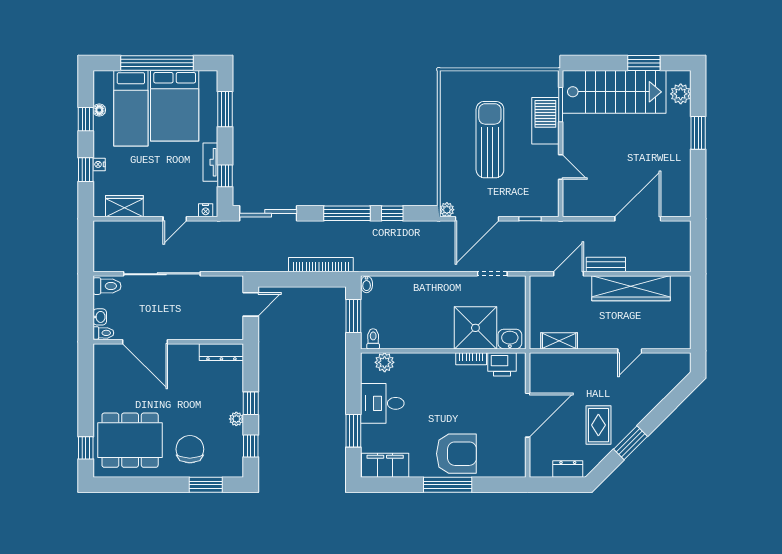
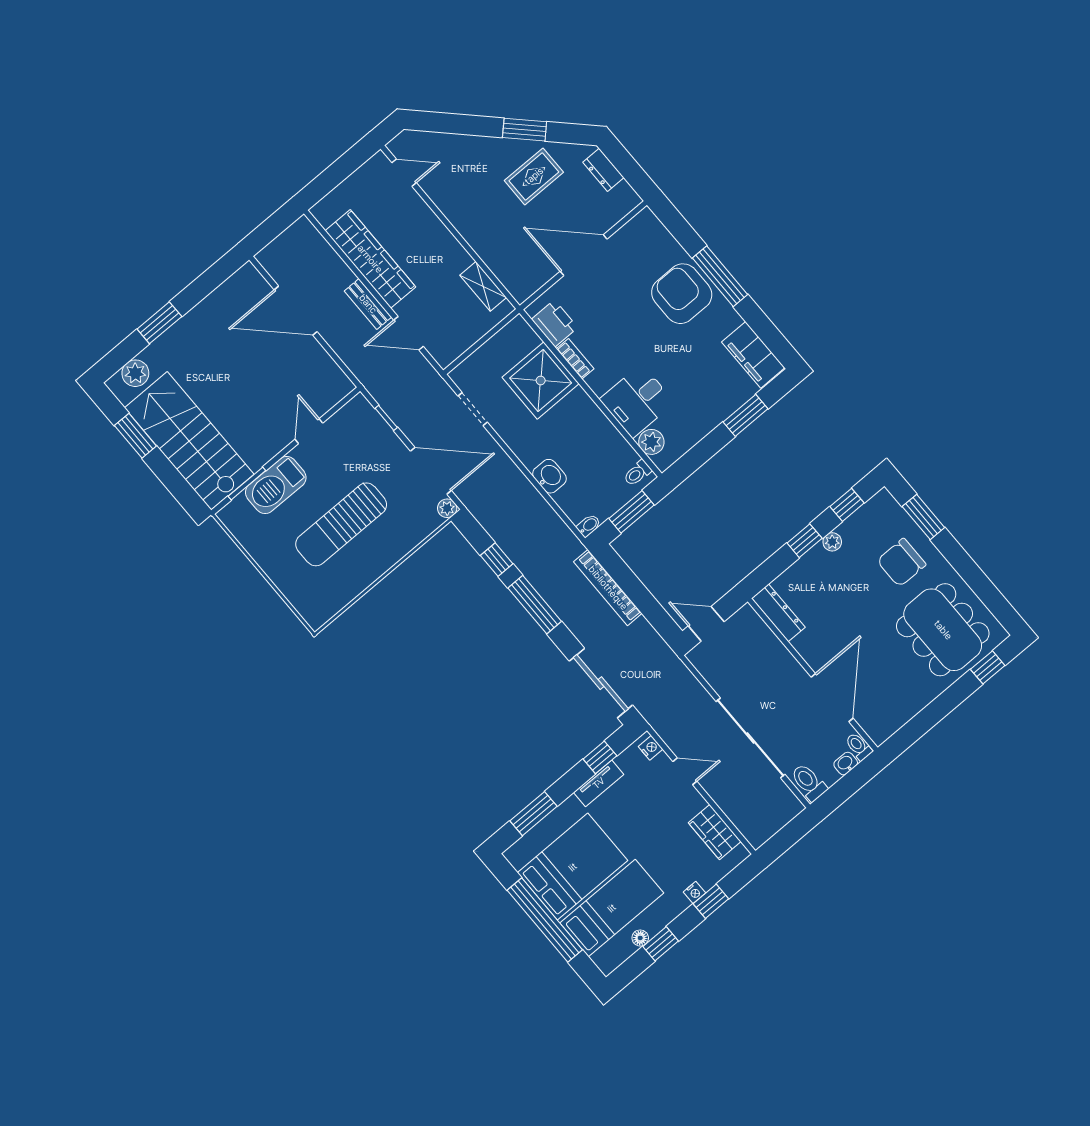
washbasin: (510, 339) -> (549, 476), moved, turned 180
door: (630, 351) -> (404, 173), moved
desk: (382, 403) -> (637, 401), moved, turned 90

